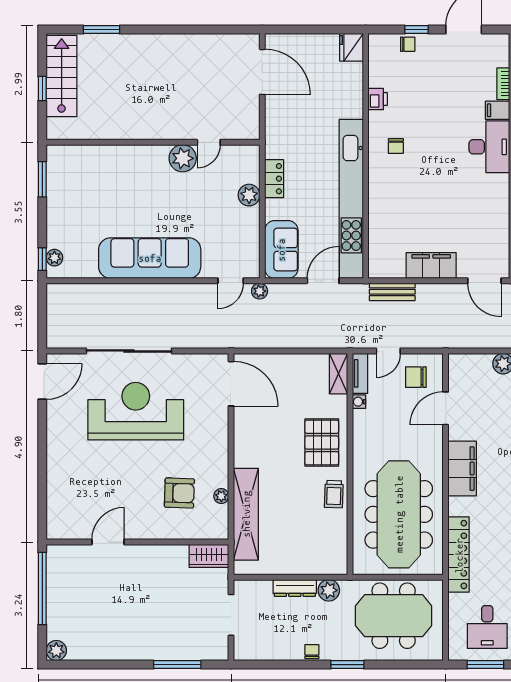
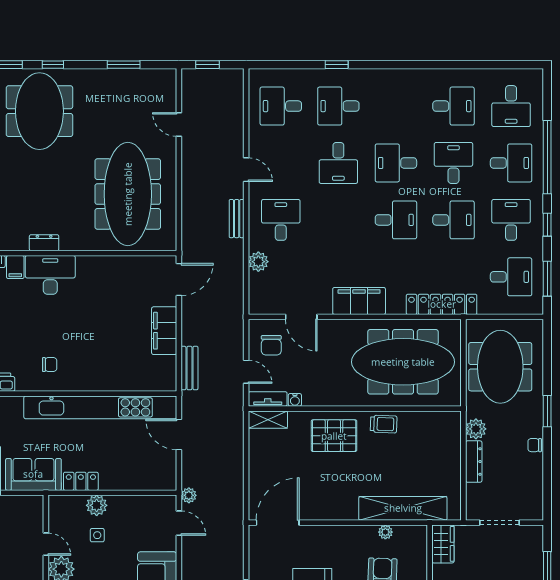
side table: (218, 196) -> (97, 535), added
sofa: (281, 250) -> (33, 474), moved

